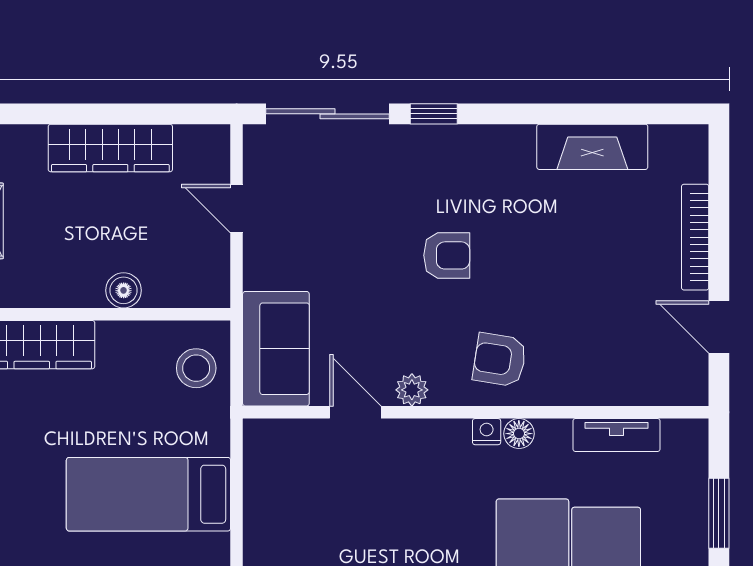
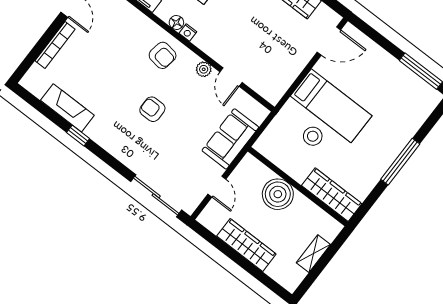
window: (434, 114) -> (78, 136), moved
boiler: (124, 290) -> (278, 194), width x1.86, depth x1.86
sofa: (276, 349) -> (230, 139), moved
stool: (196, 368) -> (313, 136), moved

